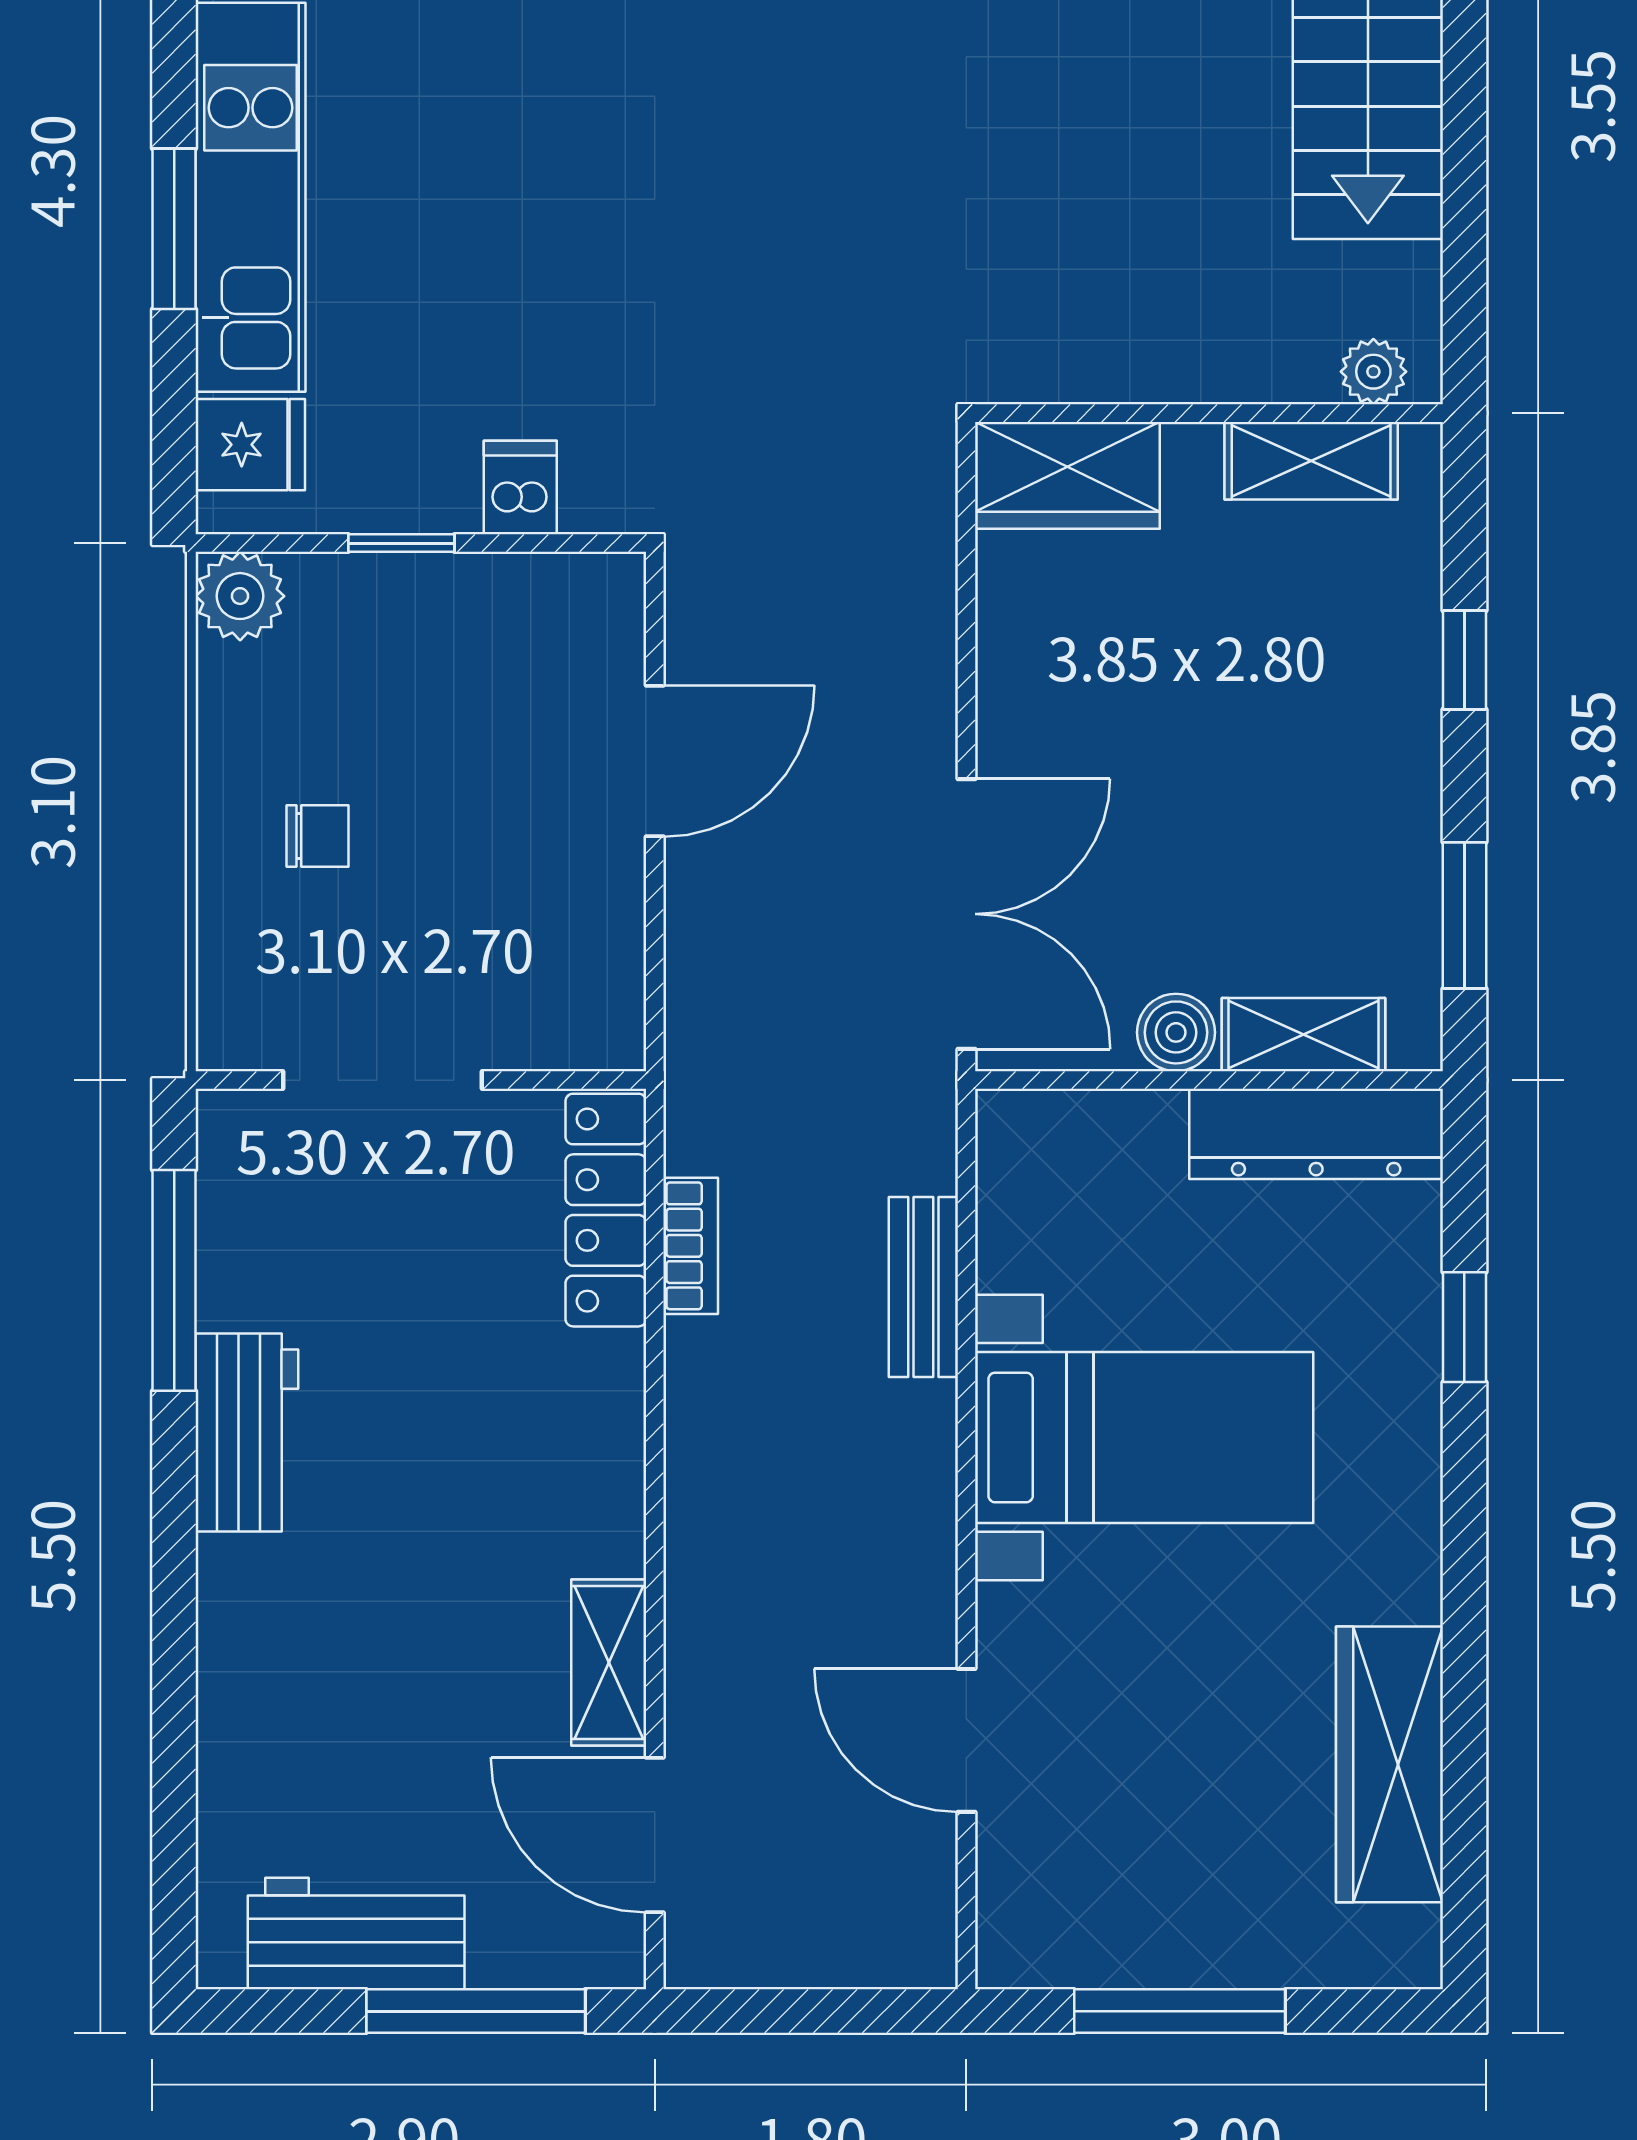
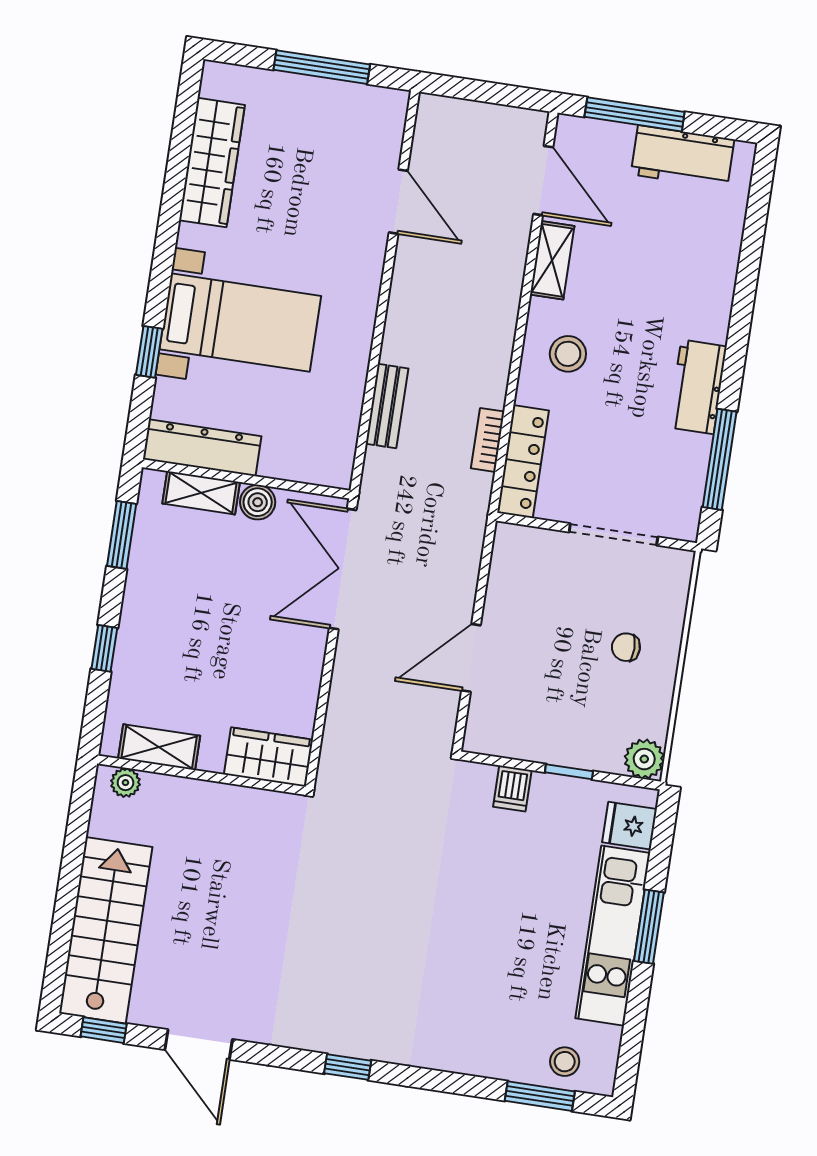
bed with nightstands: (1144, 1437) -> (240, 323), moved, turned 180
stool: (543, 1462) -> (568, 354), added

